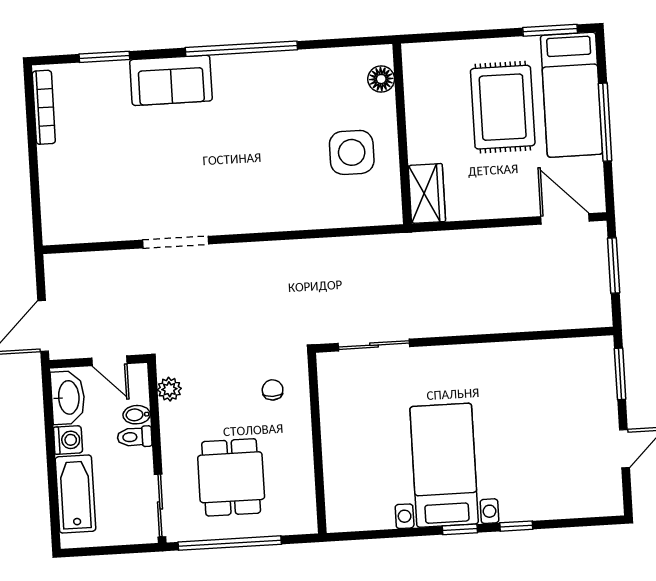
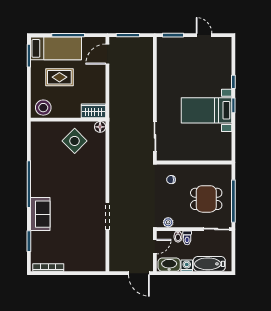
stool: (427, 72) -> (43, 108), added
floor lamp: (381, 79) -> (100, 127), moved
rug: (503, 107) -> (59, 77), width x0.73, depth x0.70
side table: (352, 152) -> (75, 141), turned 45

